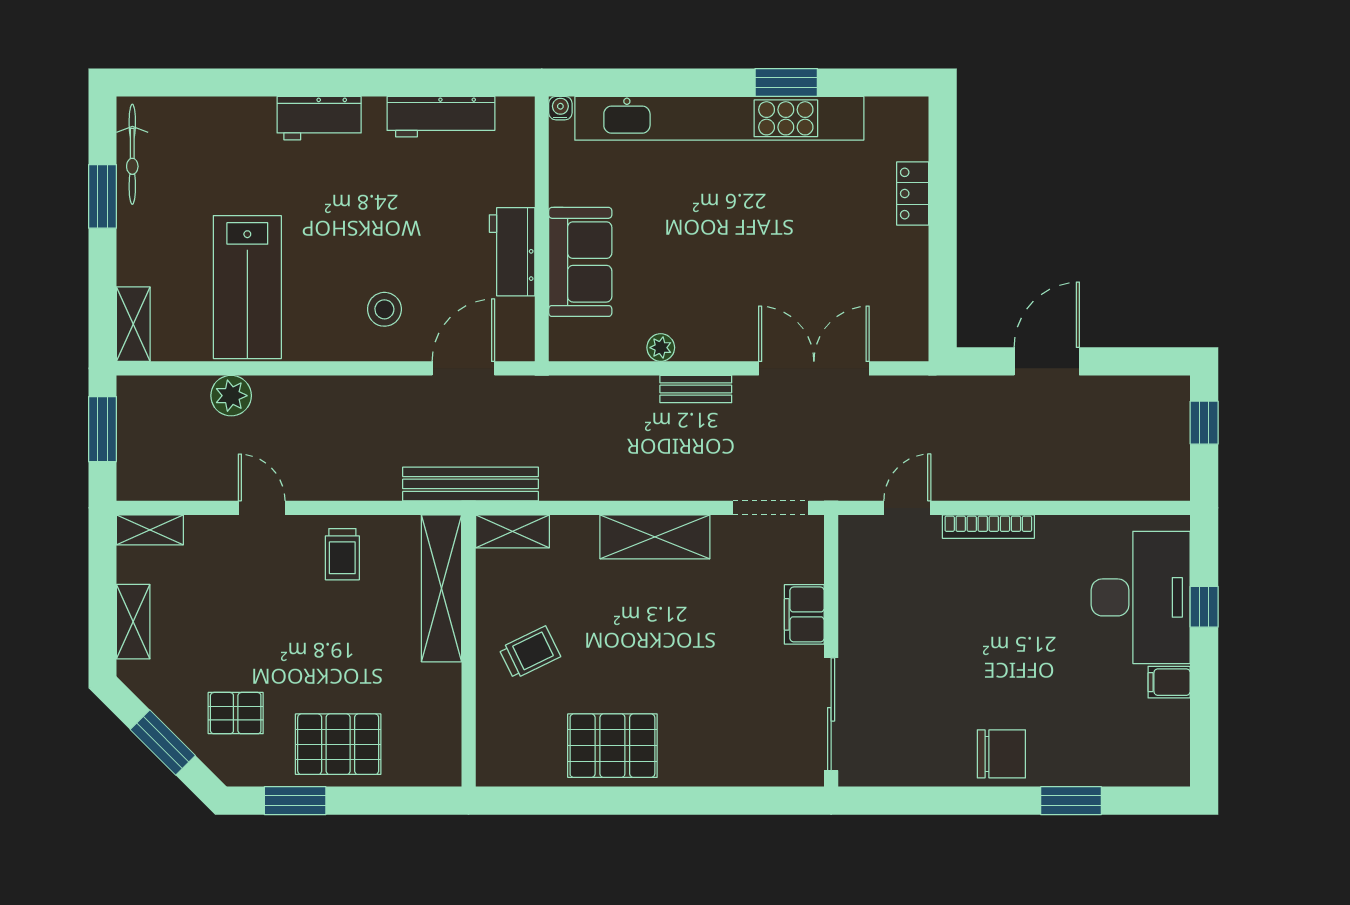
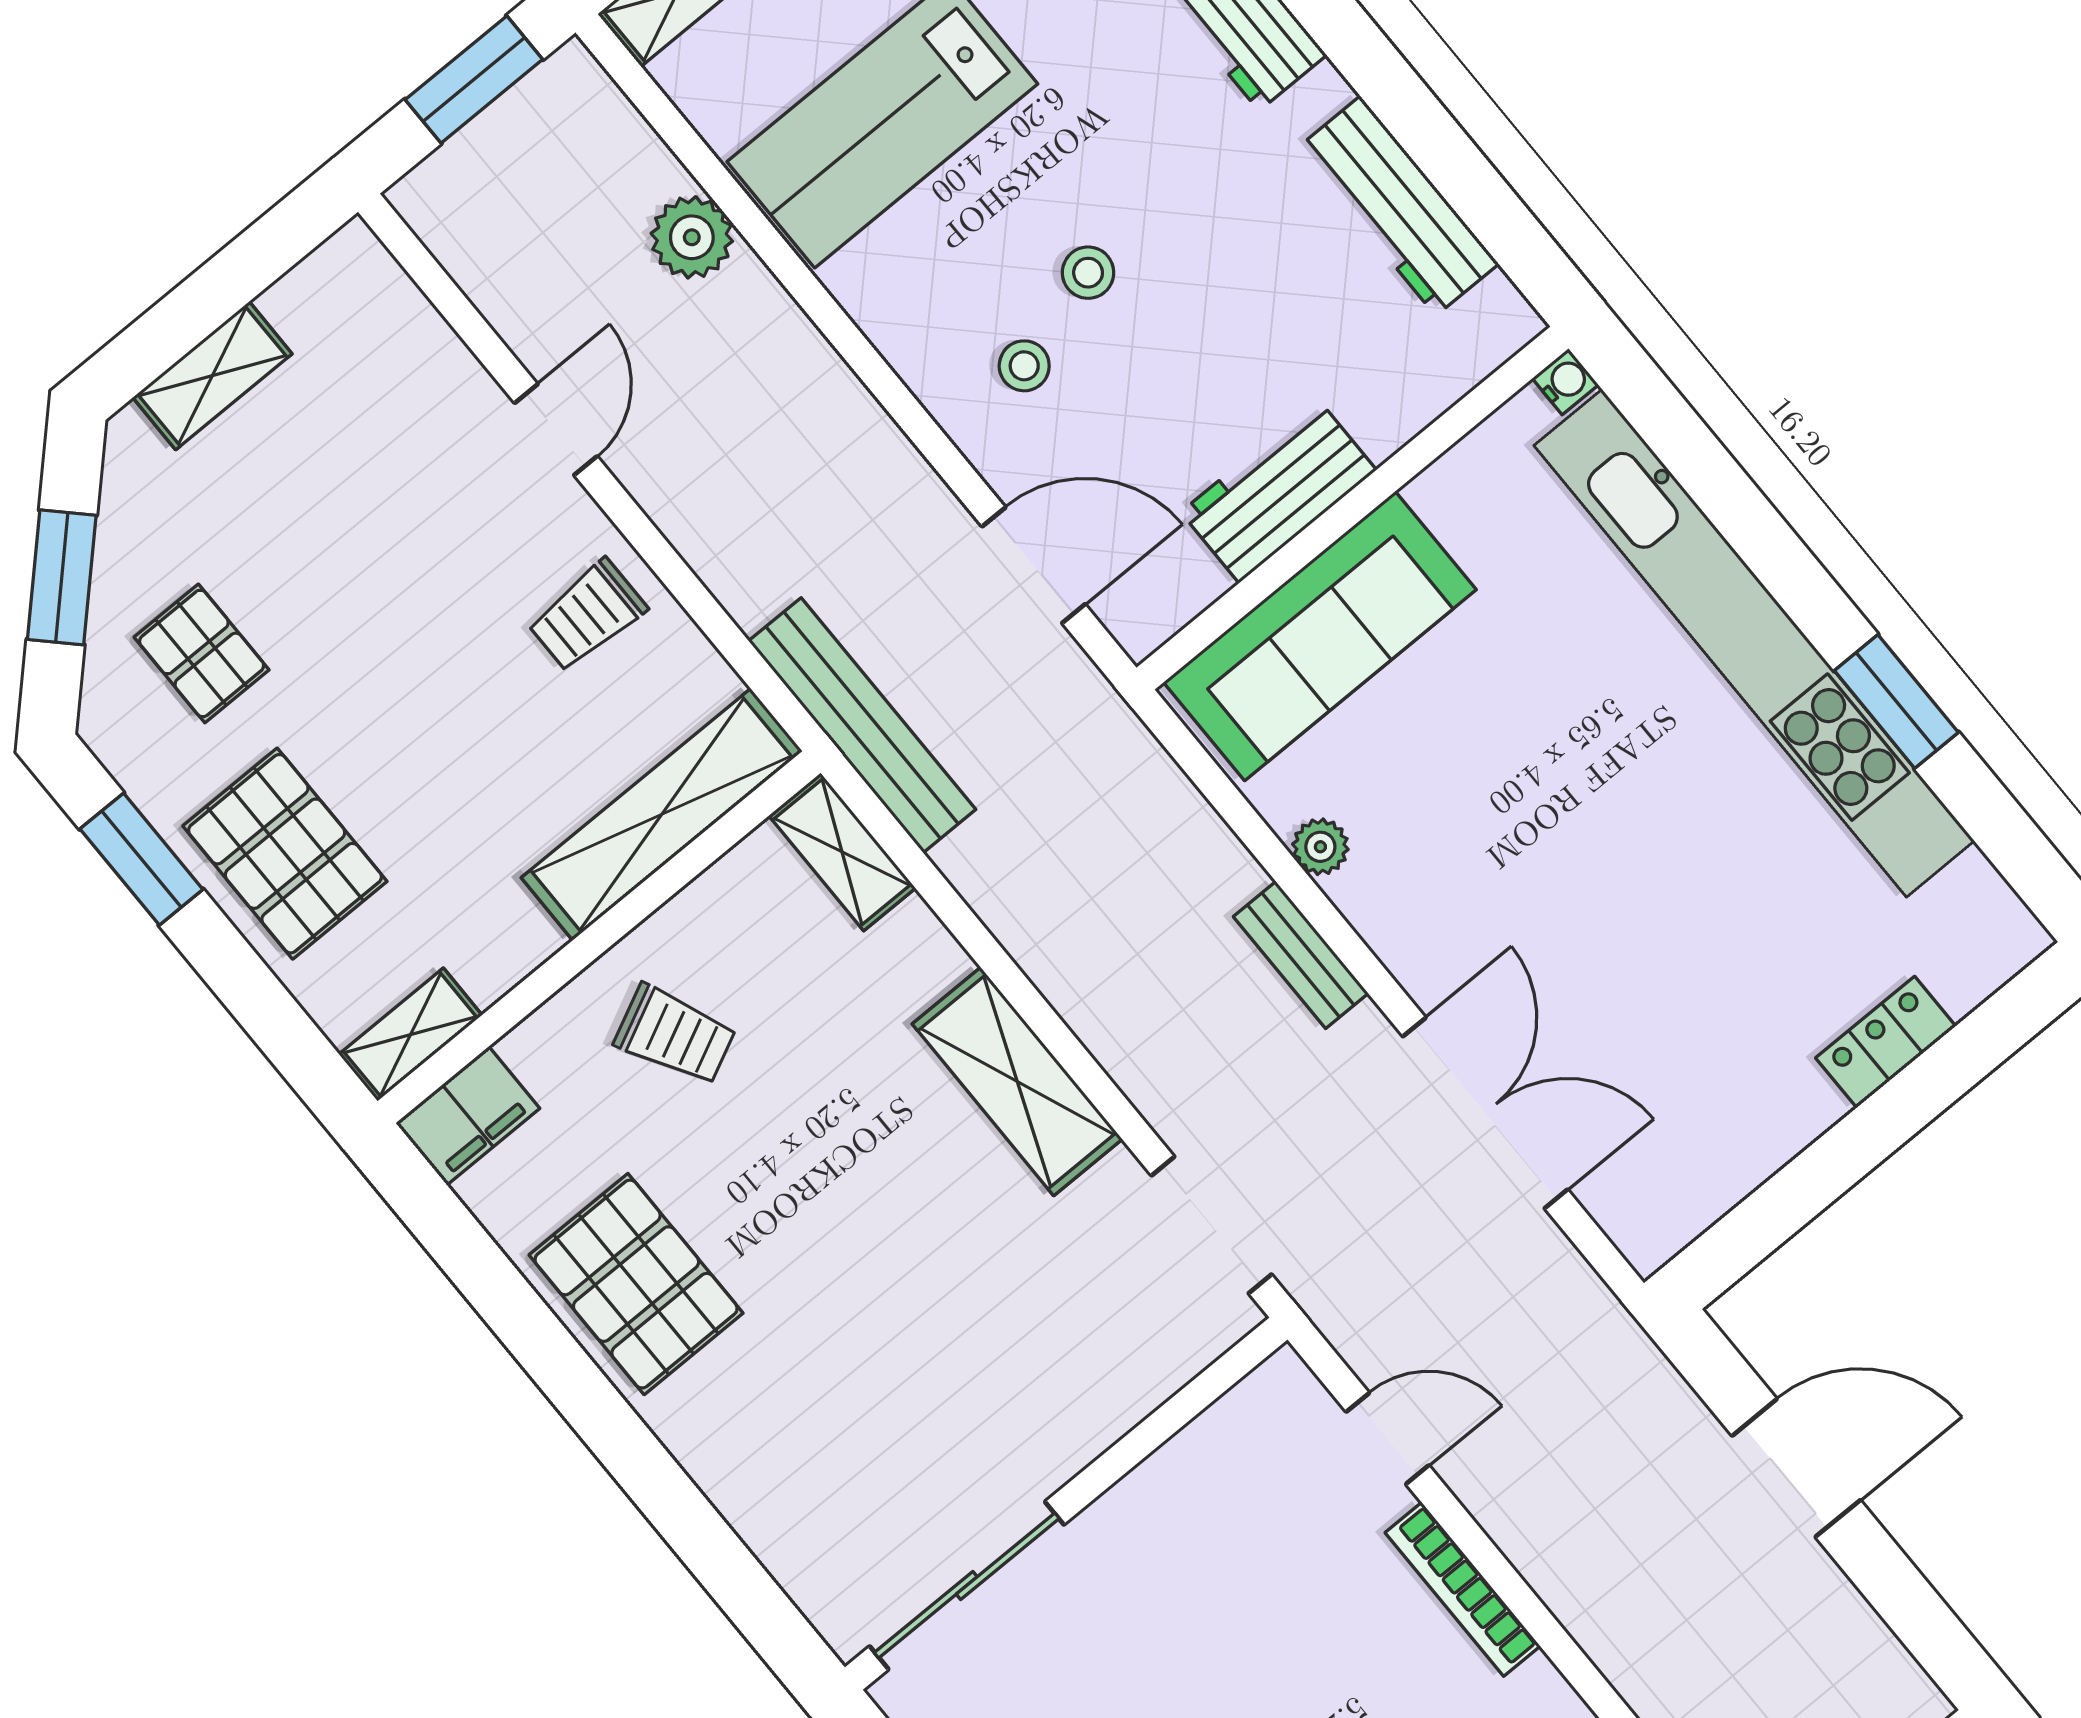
stool: (369, 256) -> (1088, 273), added
sofa: (580, 262) -> (1320, 636), width x1.36
stool: (384, 309) -> (1024, 366), width x0.73, depth x0.73
shelving: (150, 530) -> (410, 1035), moved, turned 90
filing cabinet: (804, 614) -> (468, 1116), moved, turned 180

